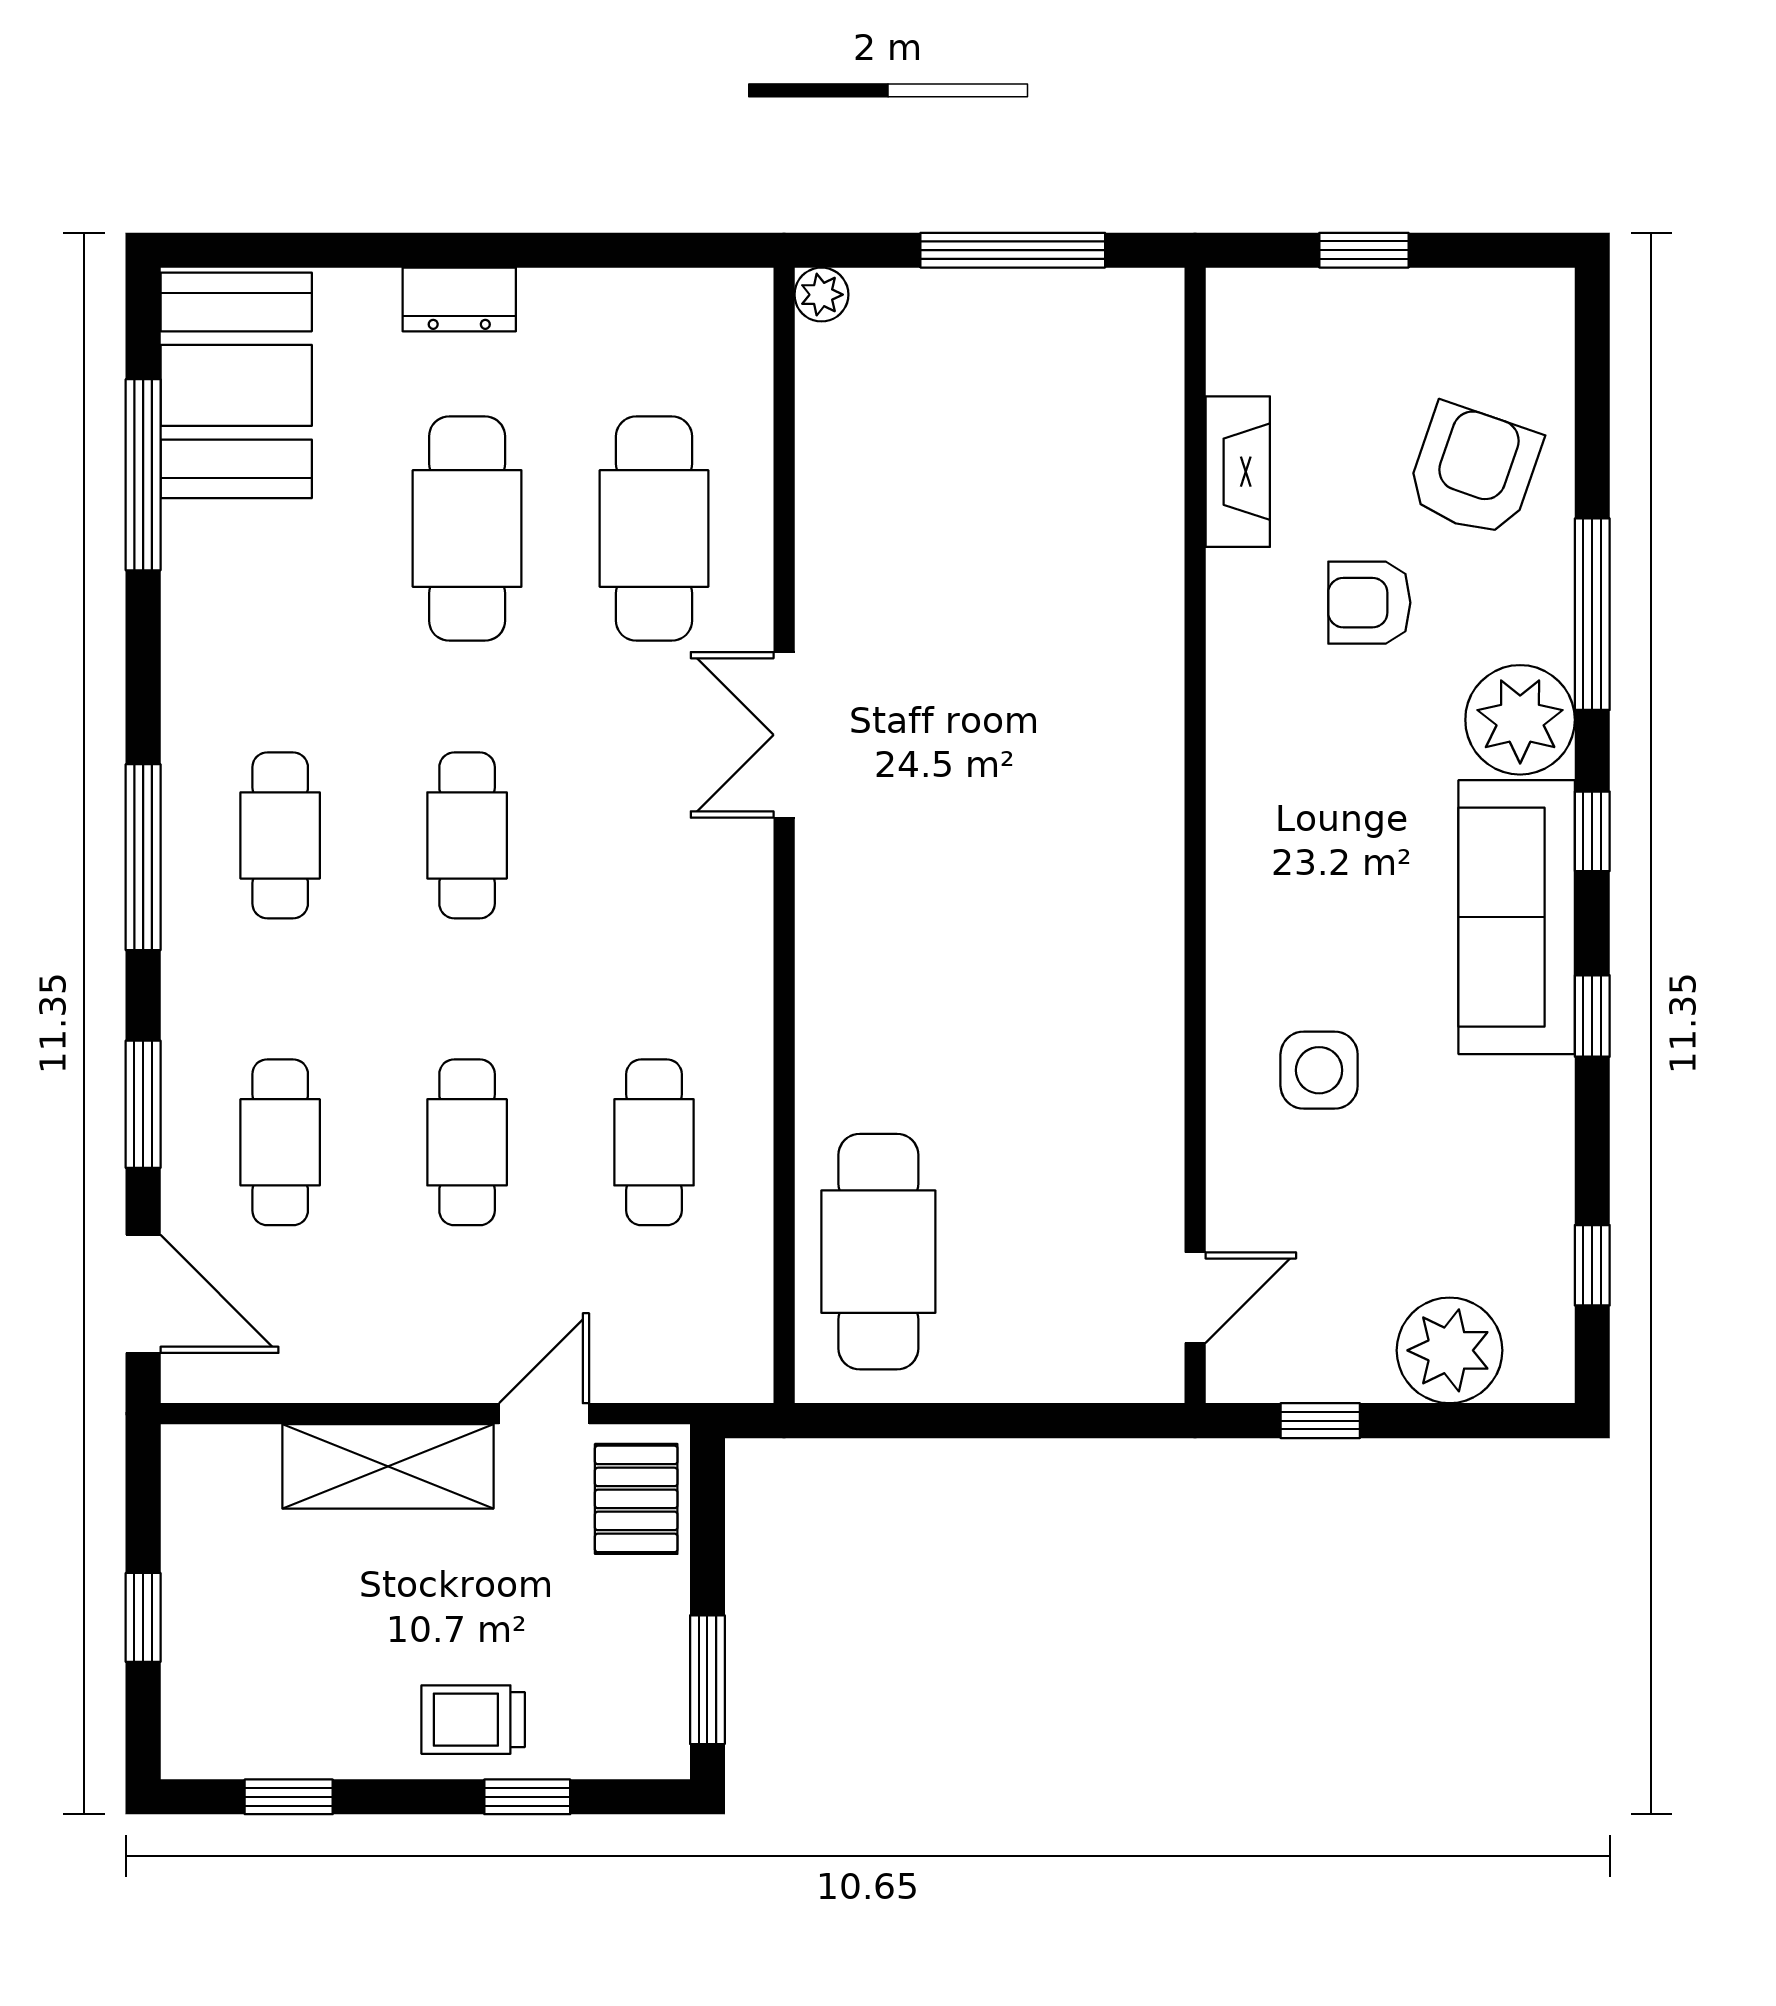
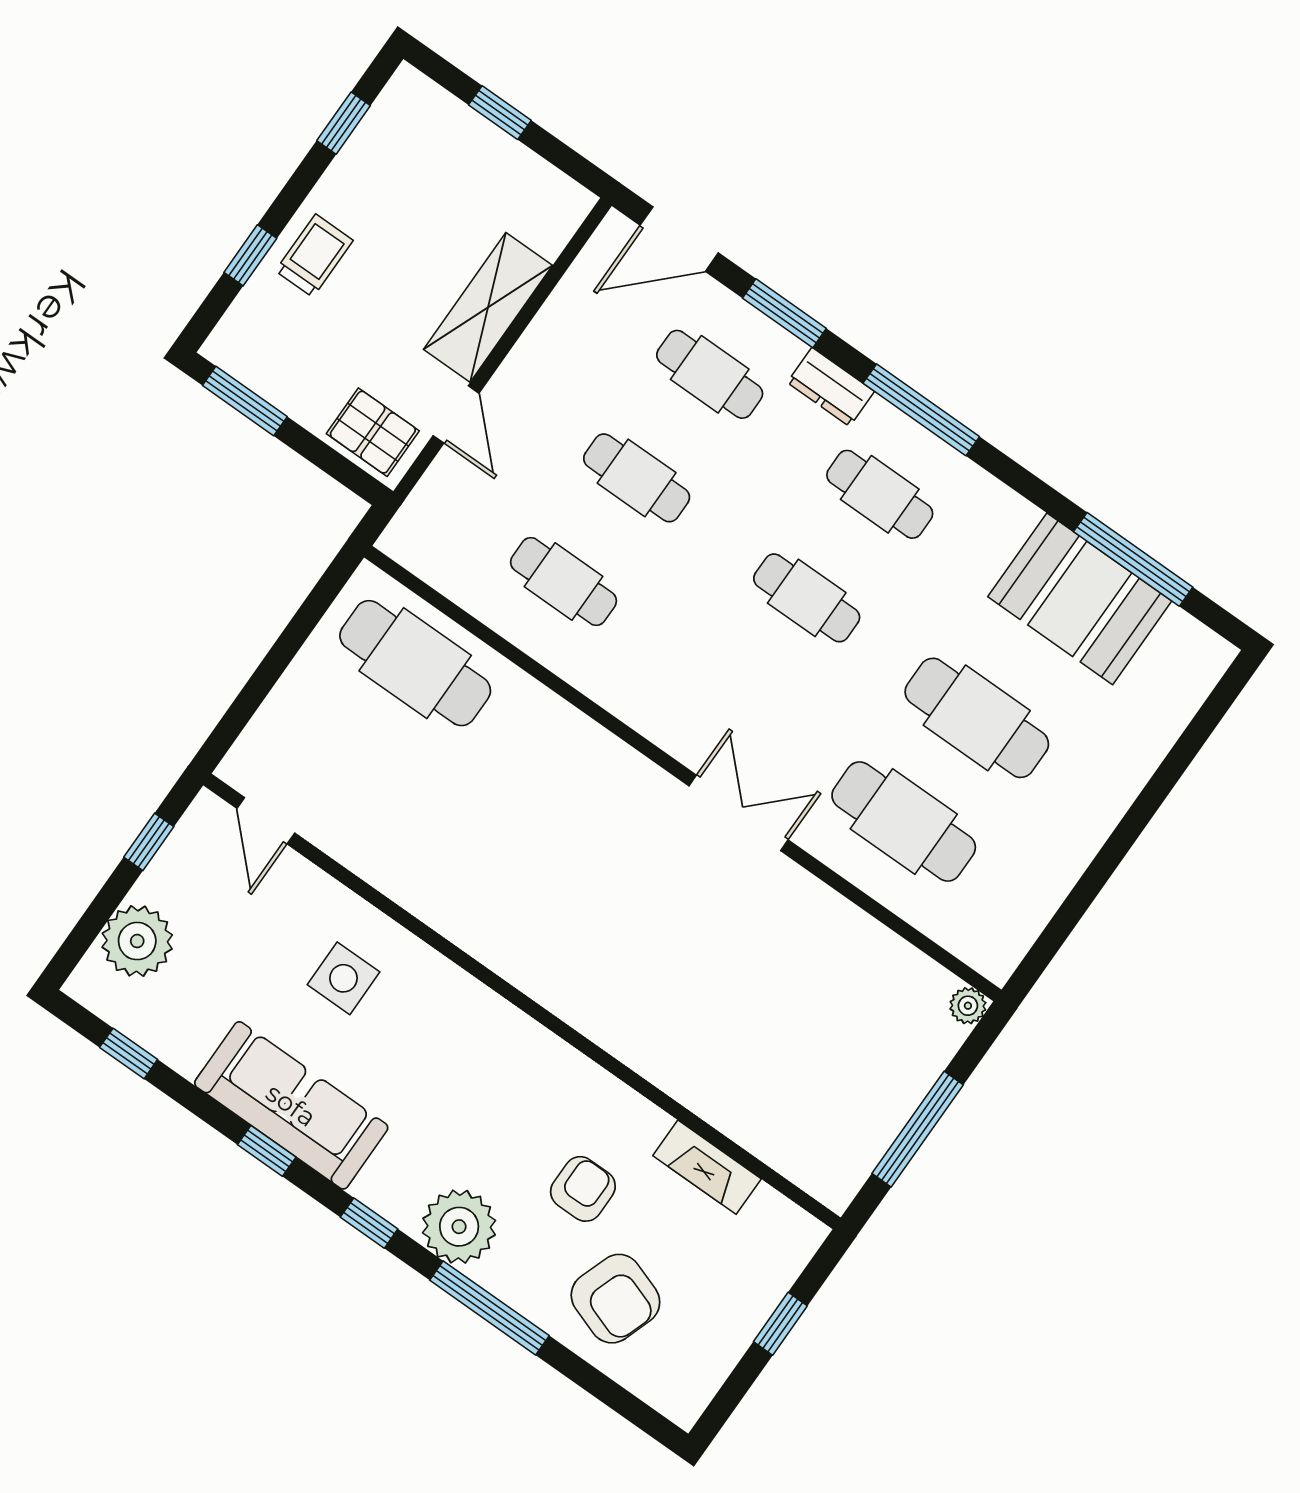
dresser: (459, 299) -> (831, 387), moved, turned -90
booth: (236, 385) -> (1080, 599), moved
sofa: (1517, 917) -> (291, 1105), moved

